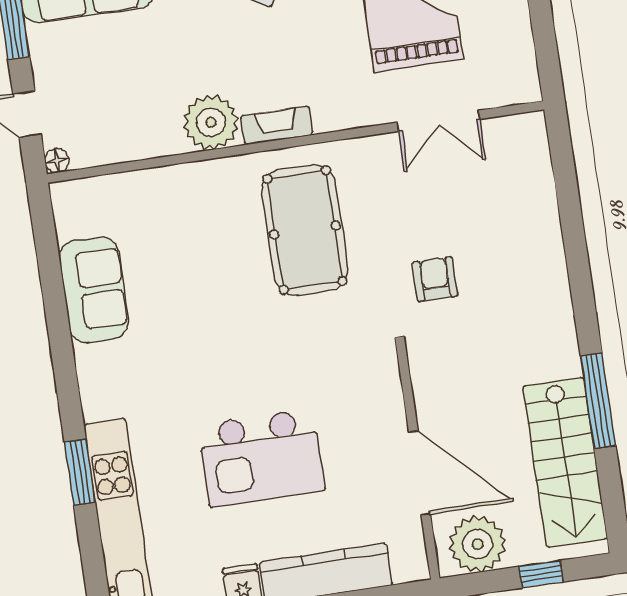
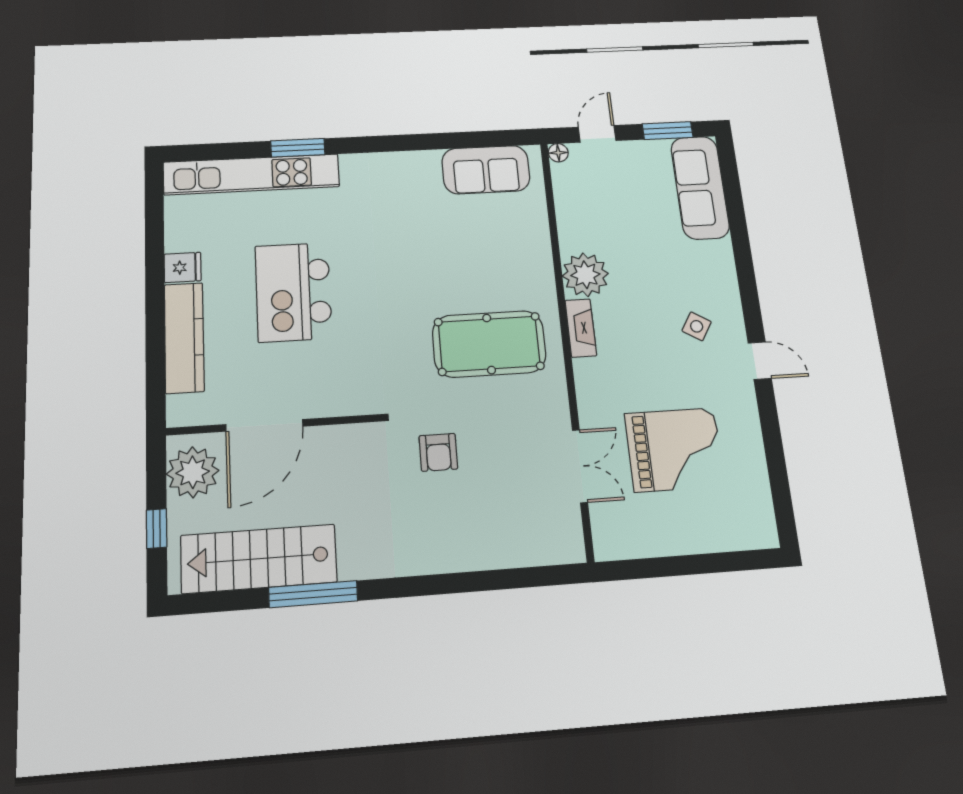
double door: (438, 121) -> (580, 466), swing flipped
armchair: (435, 279) -> (438, 452), turned 90
sofa: (94, 290) -> (486, 170), moved

